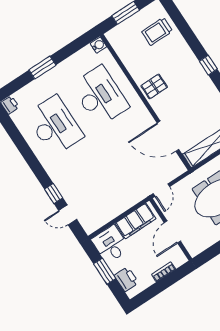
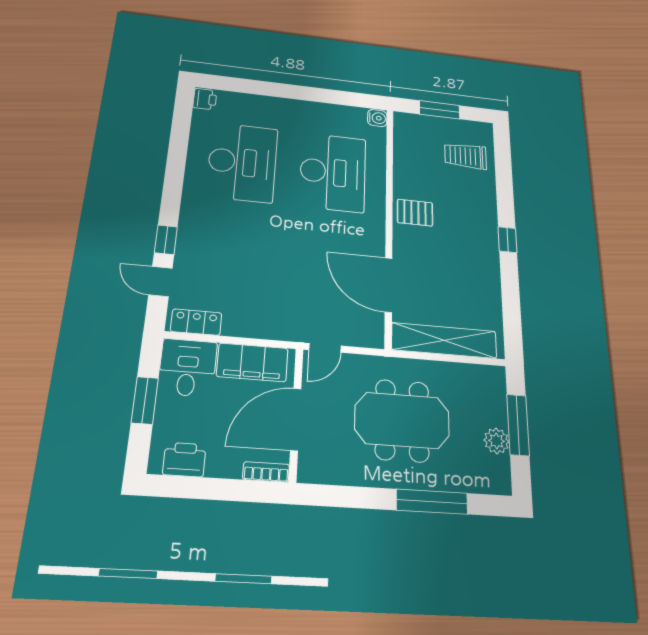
window: (42, 68) -> (284, 91), removed
locker: (98, 222) -> (196, 322), added
door: (172, 232) -> (296, 419), width x1.36
bookcase: (164, 272) -> (266, 472), moved
printer: (126, 279) -> (184, 460), moved, turned -90

